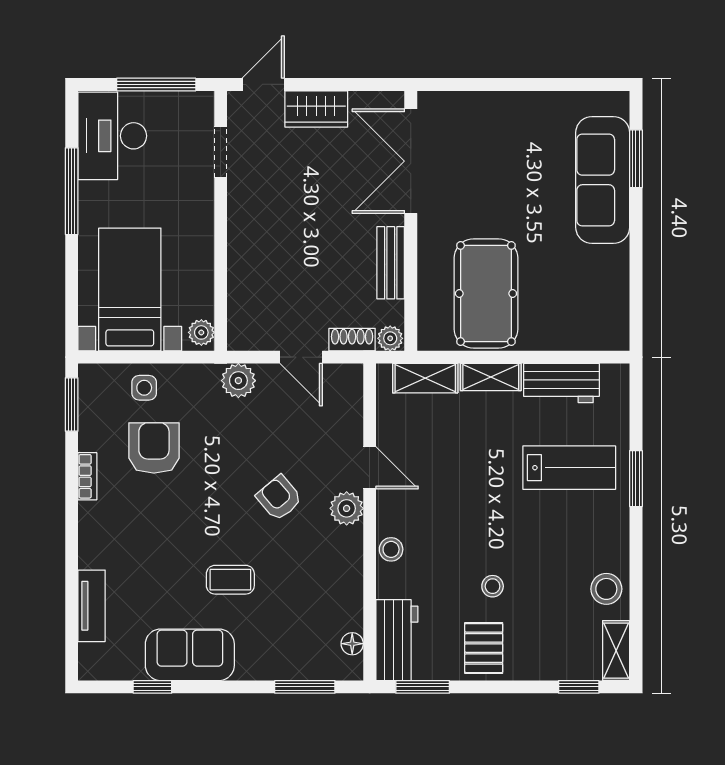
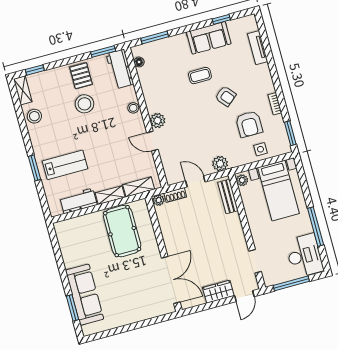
bench: (391, 263) -> (228, 197), moved
lab bench: (569, 468) -> (65, 165), turned 180
armchair: (279, 498) -> (226, 96), moved
stool: (493, 586) -> (84, 104), width x1.89, depth x1.89

